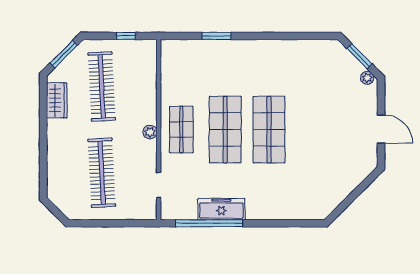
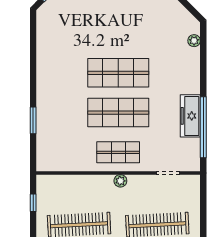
plant: (304, 213) -> (194, 41), added

